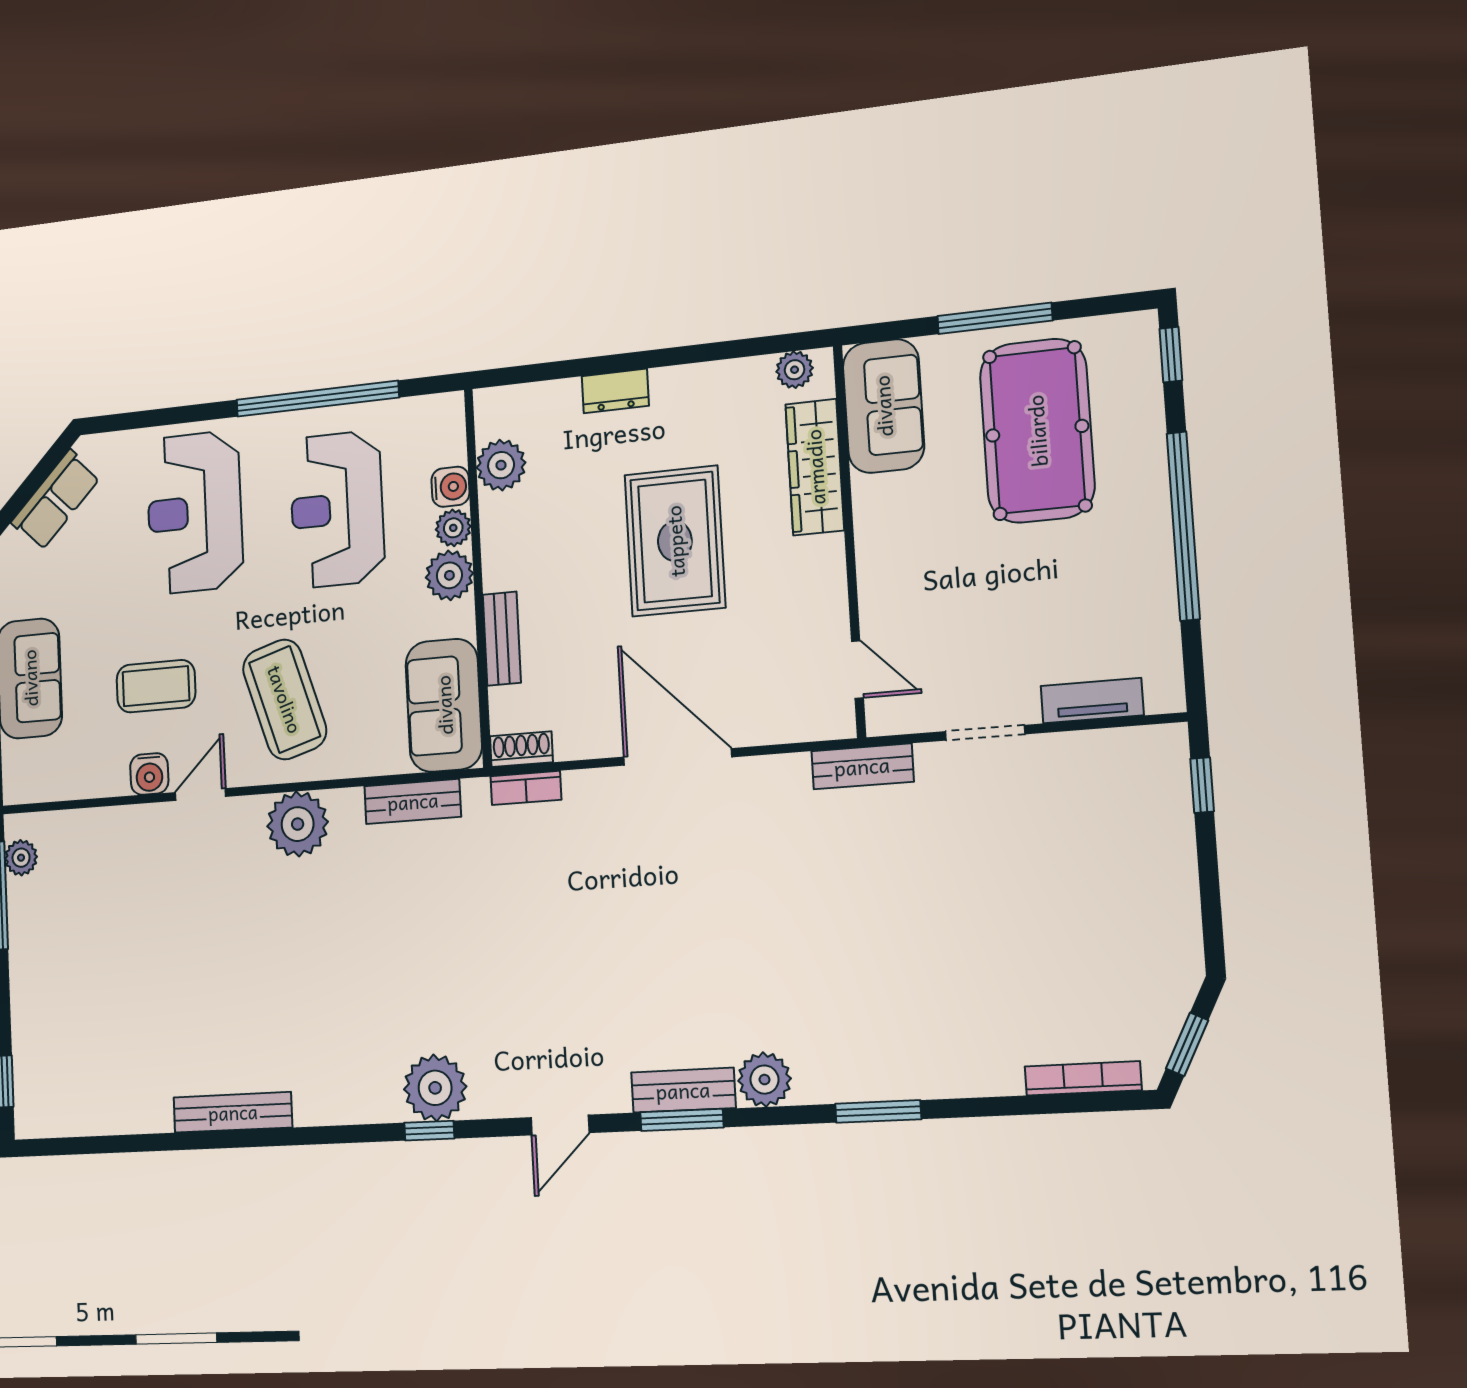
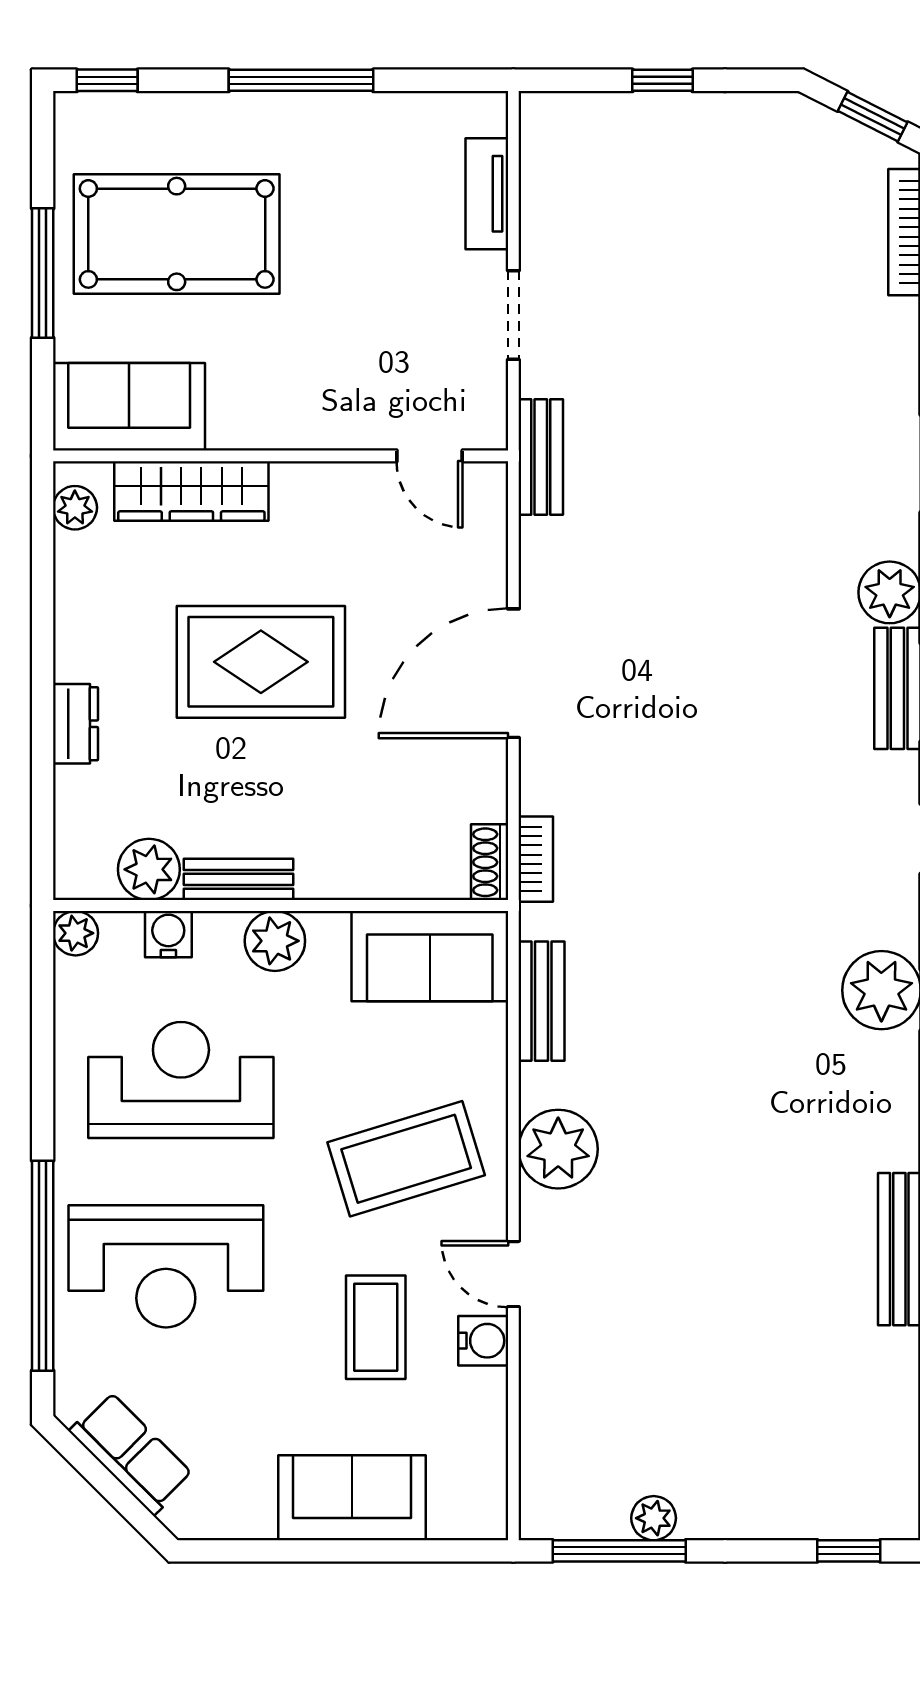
window: (317, 399) -> (43, 1266), moved
reception desk: (337, 509) -> (181, 1080), turned 180
window: (1183, 526) -> (301, 80), width x0.68
plant: (453, 528) -> (76, 933), moved
bench: (502, 639) -> (239, 879), moved
door: (857, 670) -> (430, 456), swing flipped
window: (1202, 785) -> (662, 80), moved
plant: (21, 858) -> (654, 1518), moved

